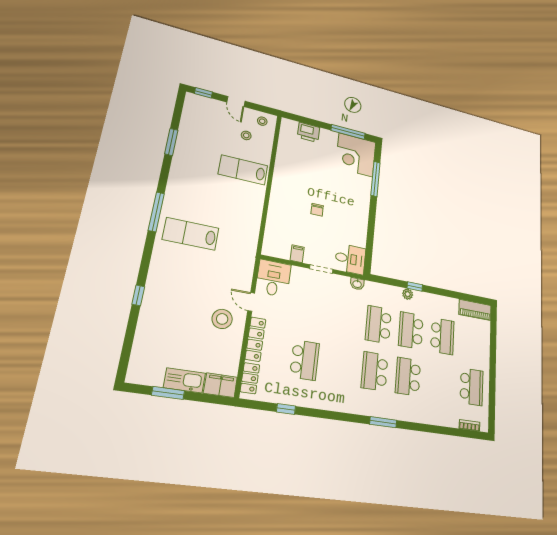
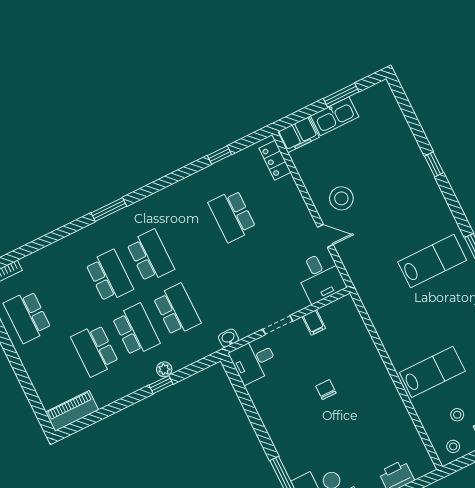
locker: (255, 339) -> (296, 202), removed

